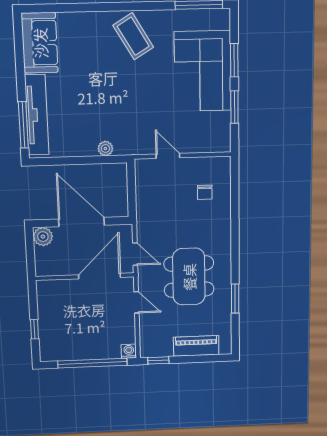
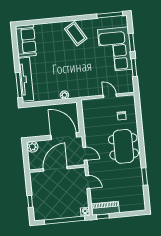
door: (168, 156) -> (110, 96), moved
door: (81, 222) -> (64, 136), moved
door: (99, 276) -> (55, 169), moved
dining table: (189, 277) -> (123, 146), moved
piano: (196, 346) -> (106, 208), moved

